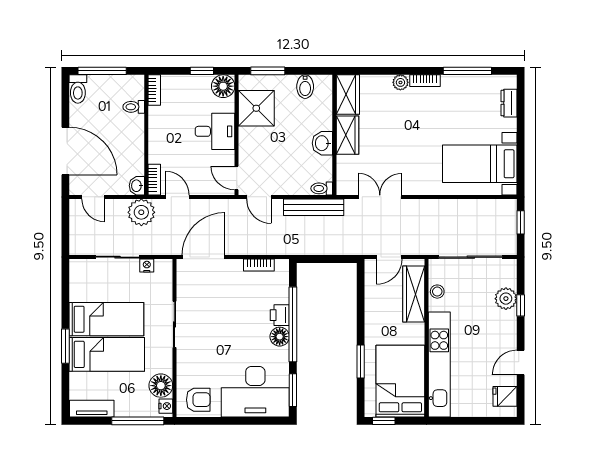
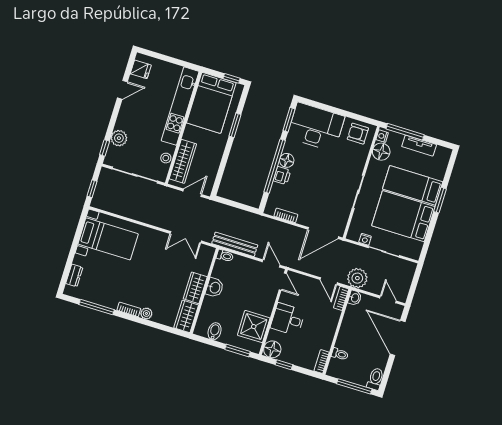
window: (521, 305) -> (105, 148), moved
bed: (106, 319) -> (403, 216), width x1.50
tv unit: (92, 409) -> (419, 146), moved

